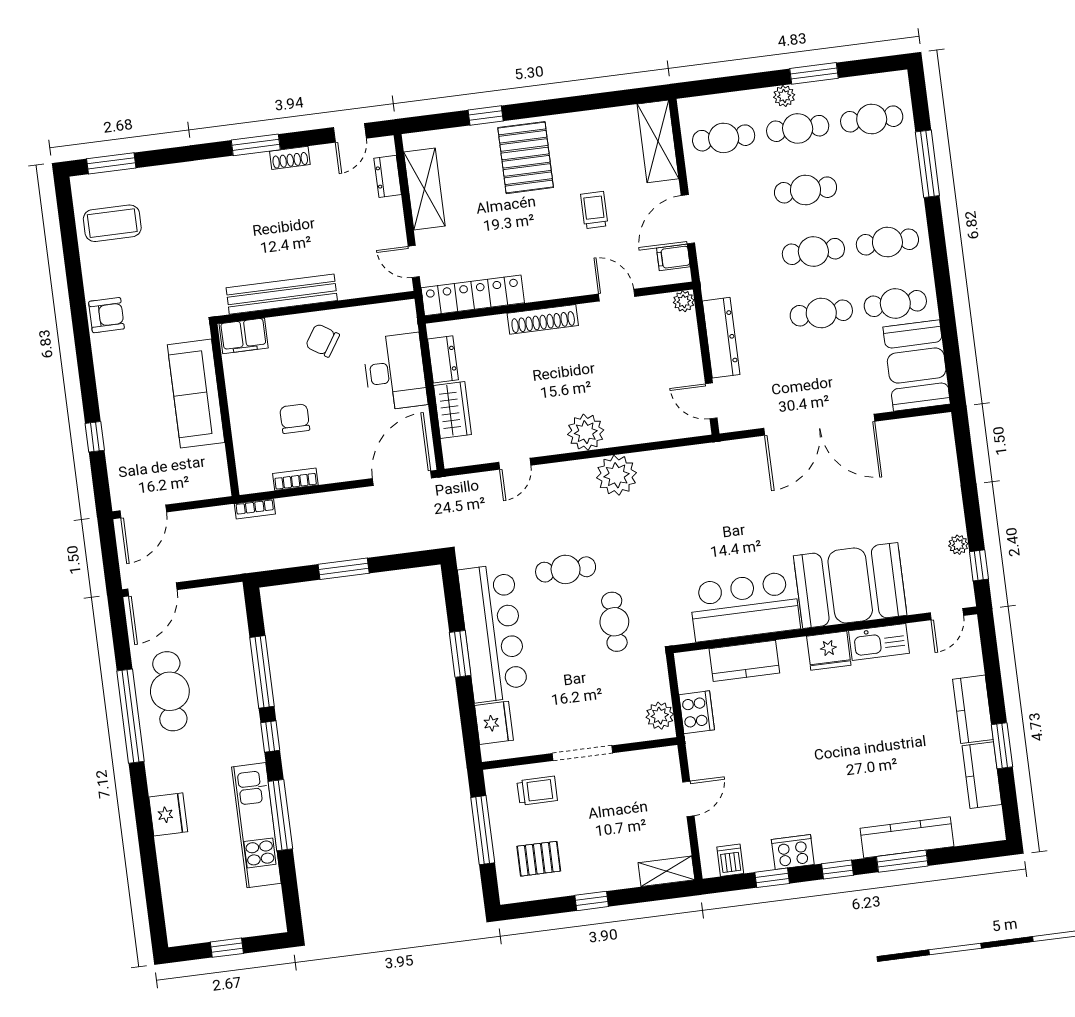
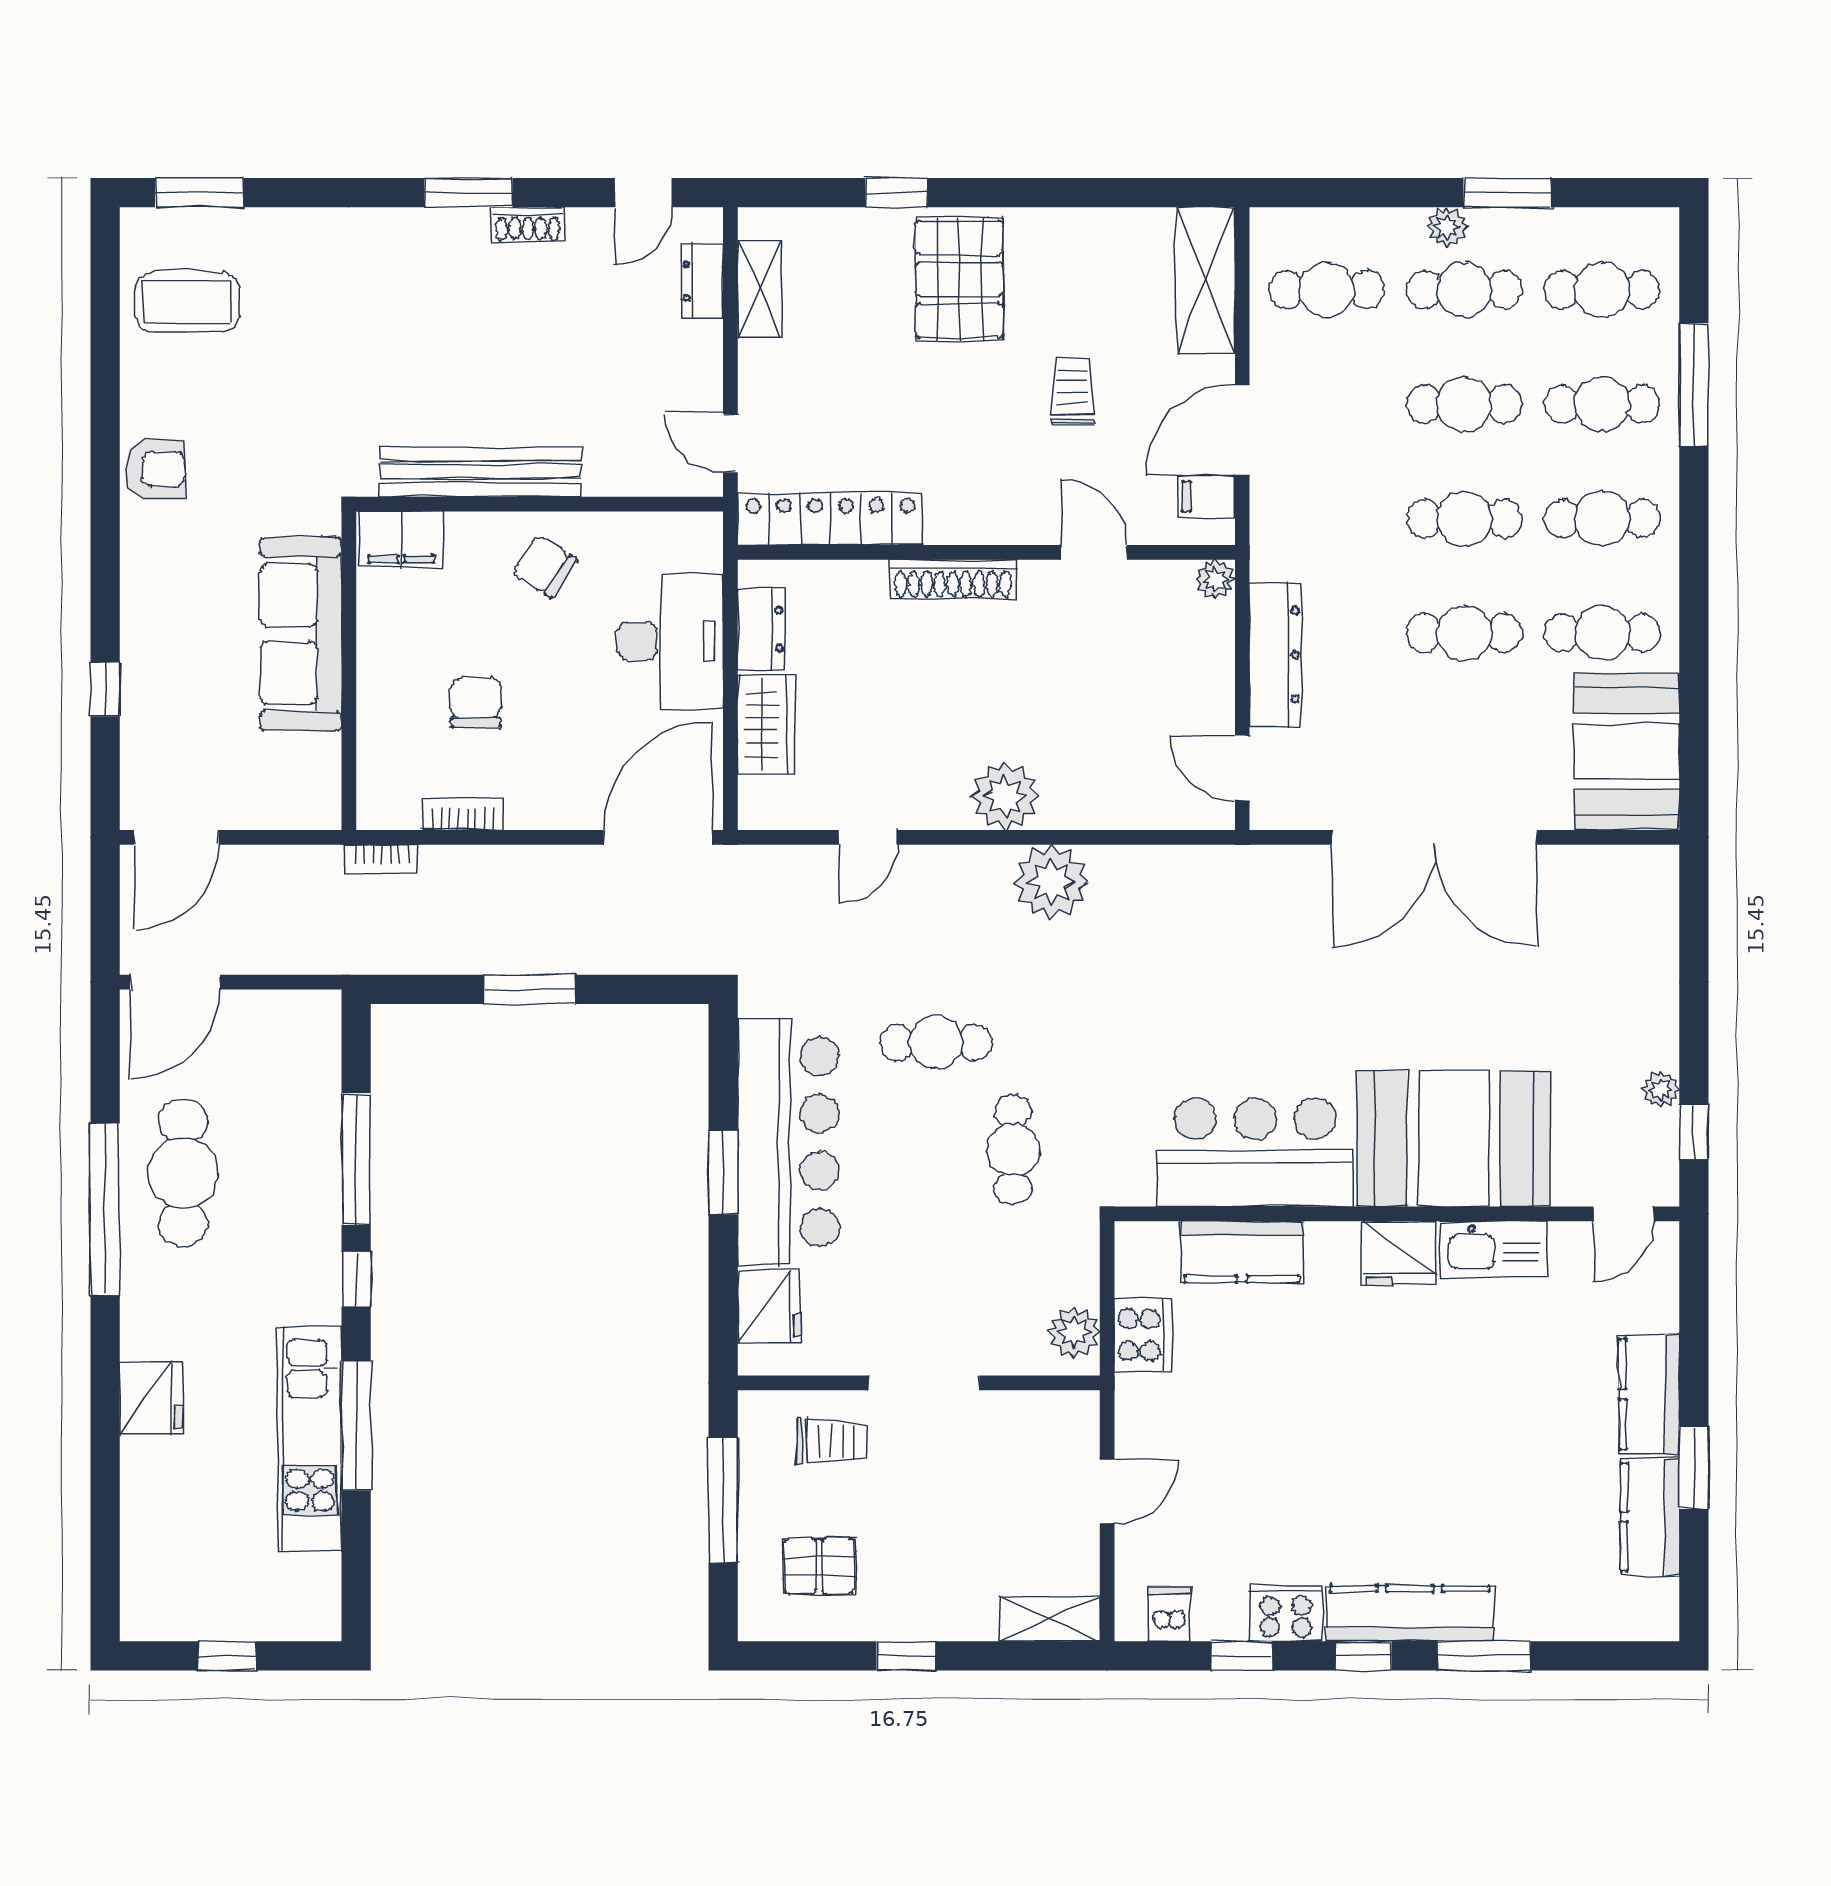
cafe table: (880, 180) -> (1602, 404), added
shelving: (424, 189) -> (760, 289), width x0.67, depth x0.75
kitchen counter: (907, 837) -> (1410, 1613), moved

